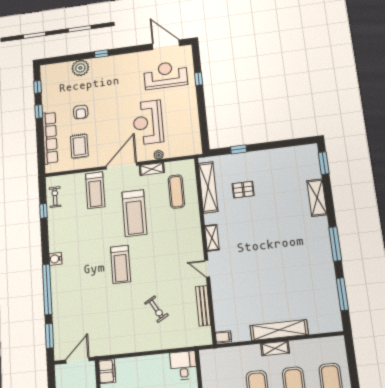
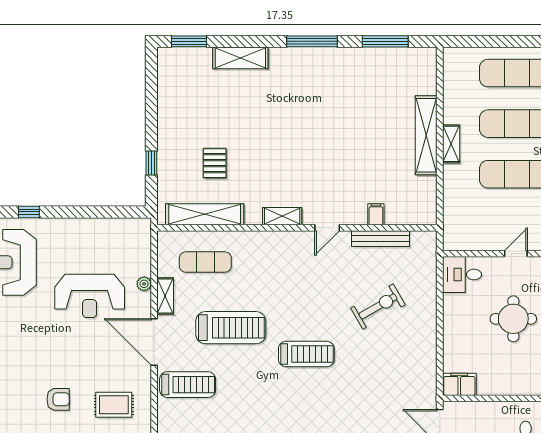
exercise bike: (156, 309) -> (378, 306), width x1.38, depth x1.39
filing cabinet: (223, 337) -> (376, 214), moved

